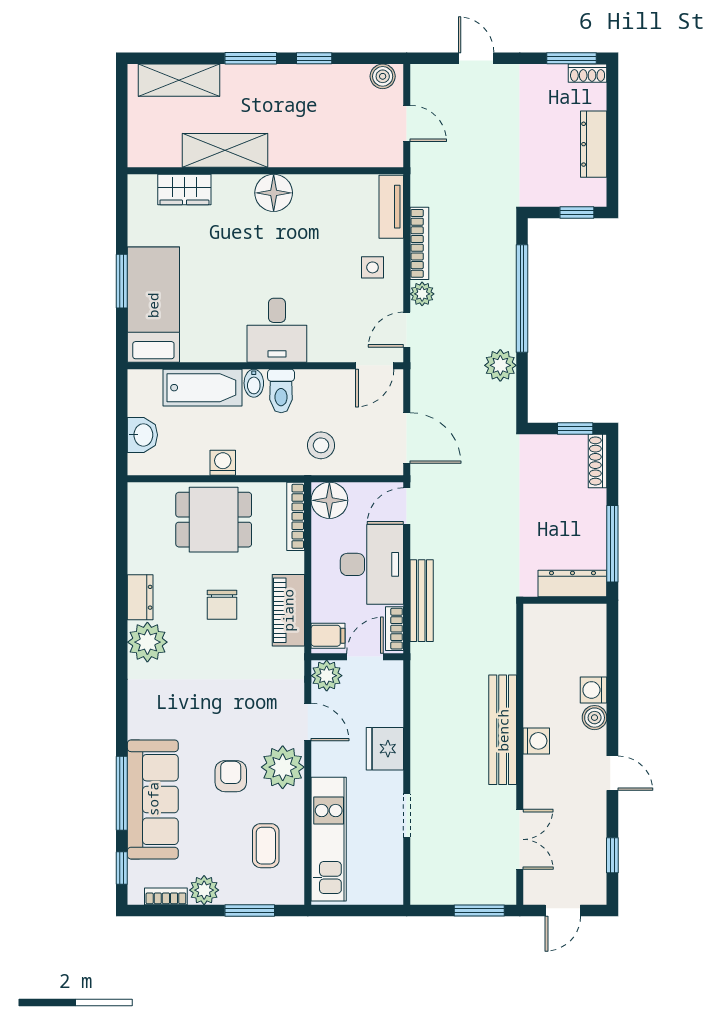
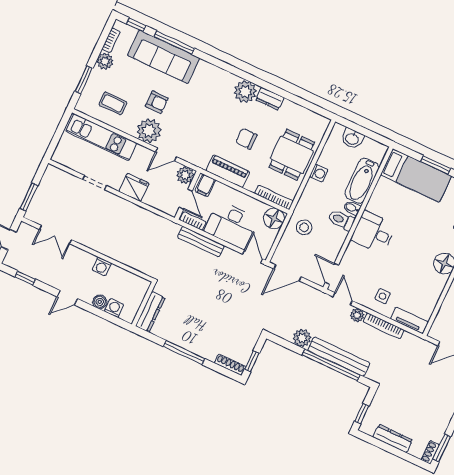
dresser: (572, 583) -> (150, 312), moved
wall: (565, 600) -> (144, 304), moved
bench: (503, 730) -> (339, 357), moved

